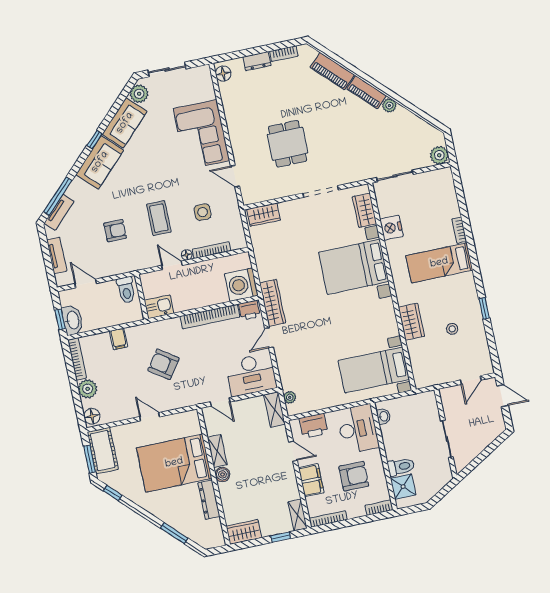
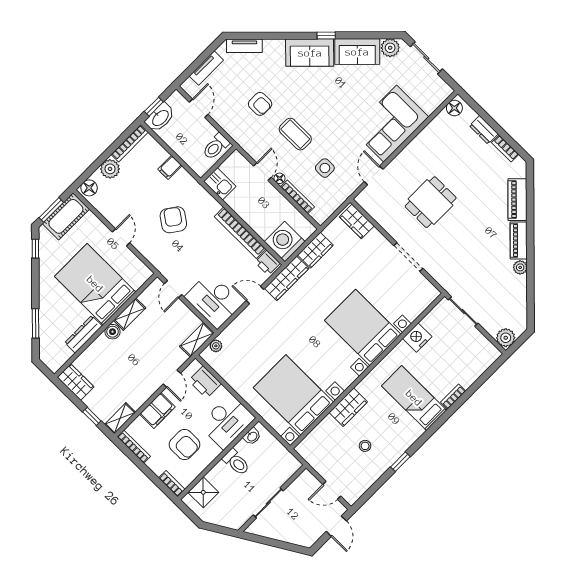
window: (58, 196) -> (257, 36), removed
wardrobe: (364, 210) -> (315, 250), moved, turned 180
coffee table: (159, 218) -> (295, 134), turned 90
bed with nightstands: (374, 370) -> (293, 395), width x1.36
toilet: (401, 467) -> (236, 462), moved

